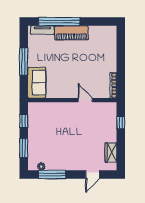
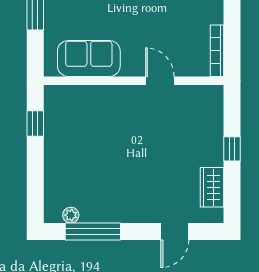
sofa: (37, 83) -> (89, 58), moved, turned -90
window: (121, 122) -> (232, 149), moved
window: (24, 148) -> (35, 178), removed

